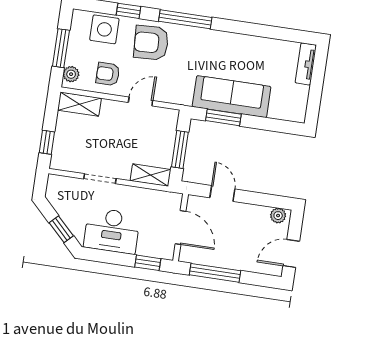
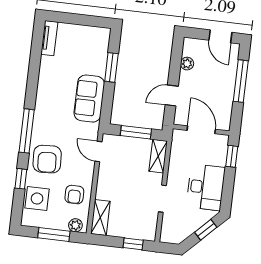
tv unit: (306, 64) -> (49, 38), moved, turned -90
sofa: (232, 97) -> (89, 99), width x0.73
door: (141, 101) -> (98, 151), moved
window: (223, 117) -> (111, 67), moved
plant: (278, 216) -> (187, 64), moved
door: (180, 228) -> (201, 130), hinge flipped
window: (215, 273) -> (241, 81), moved

